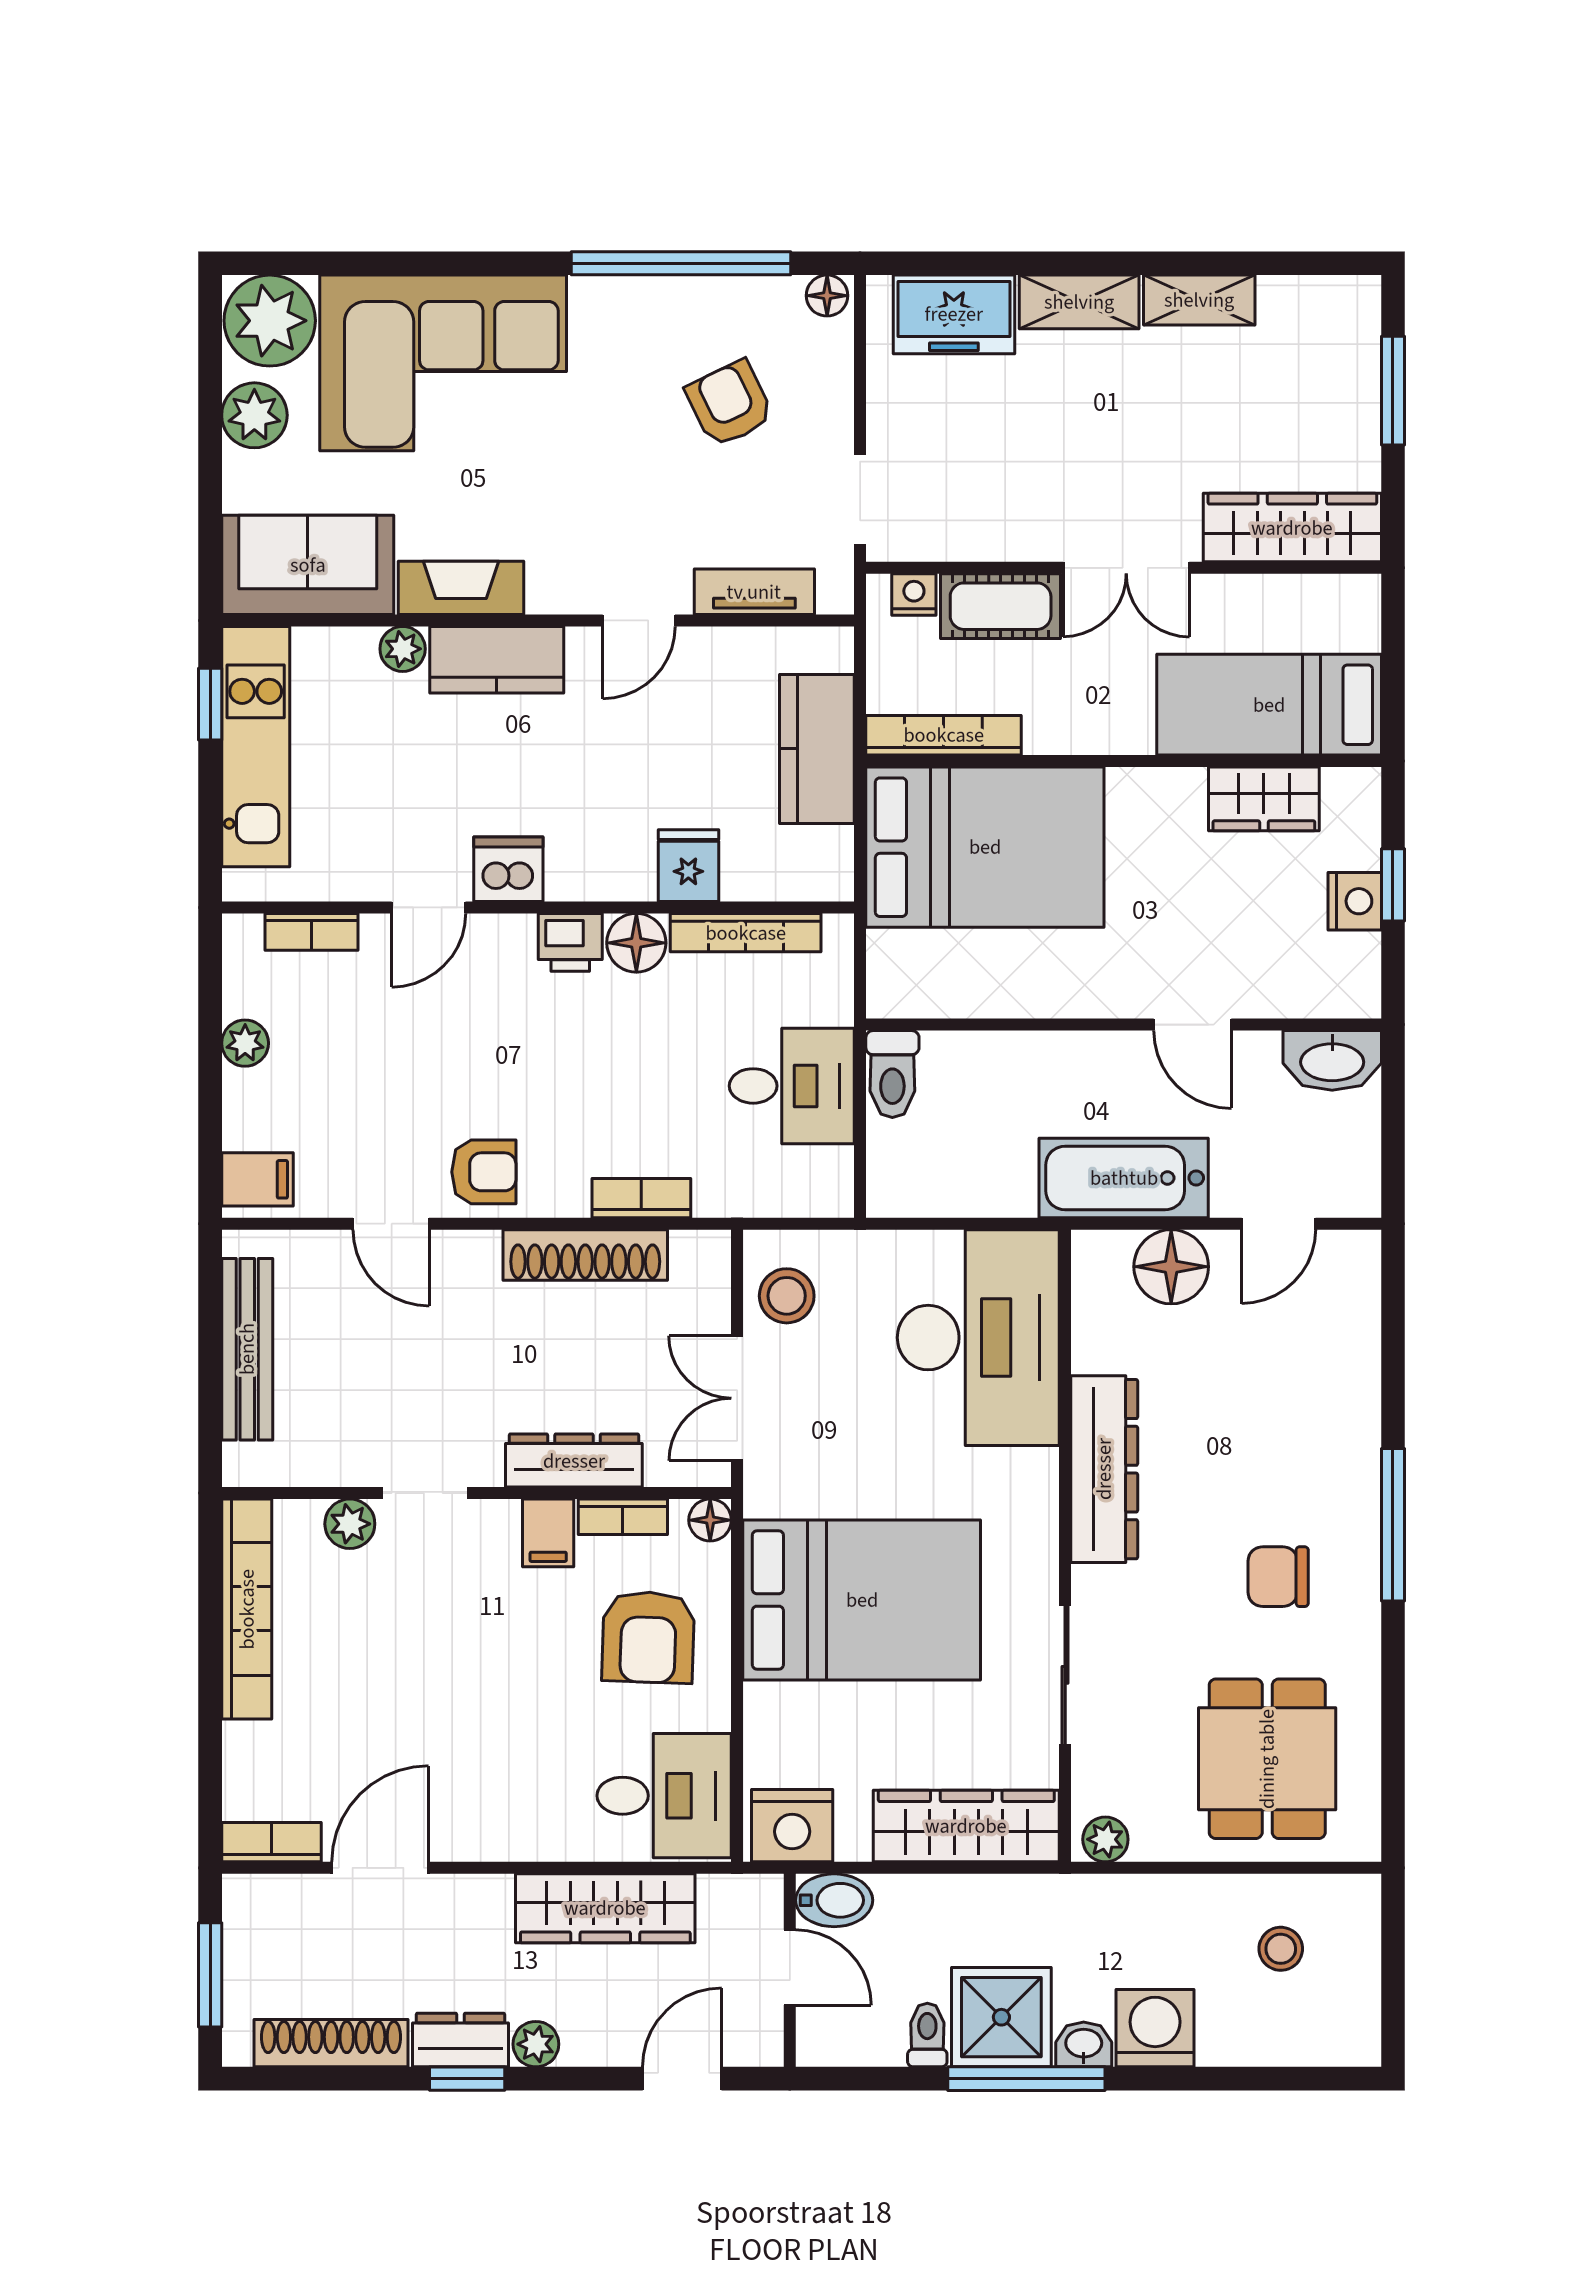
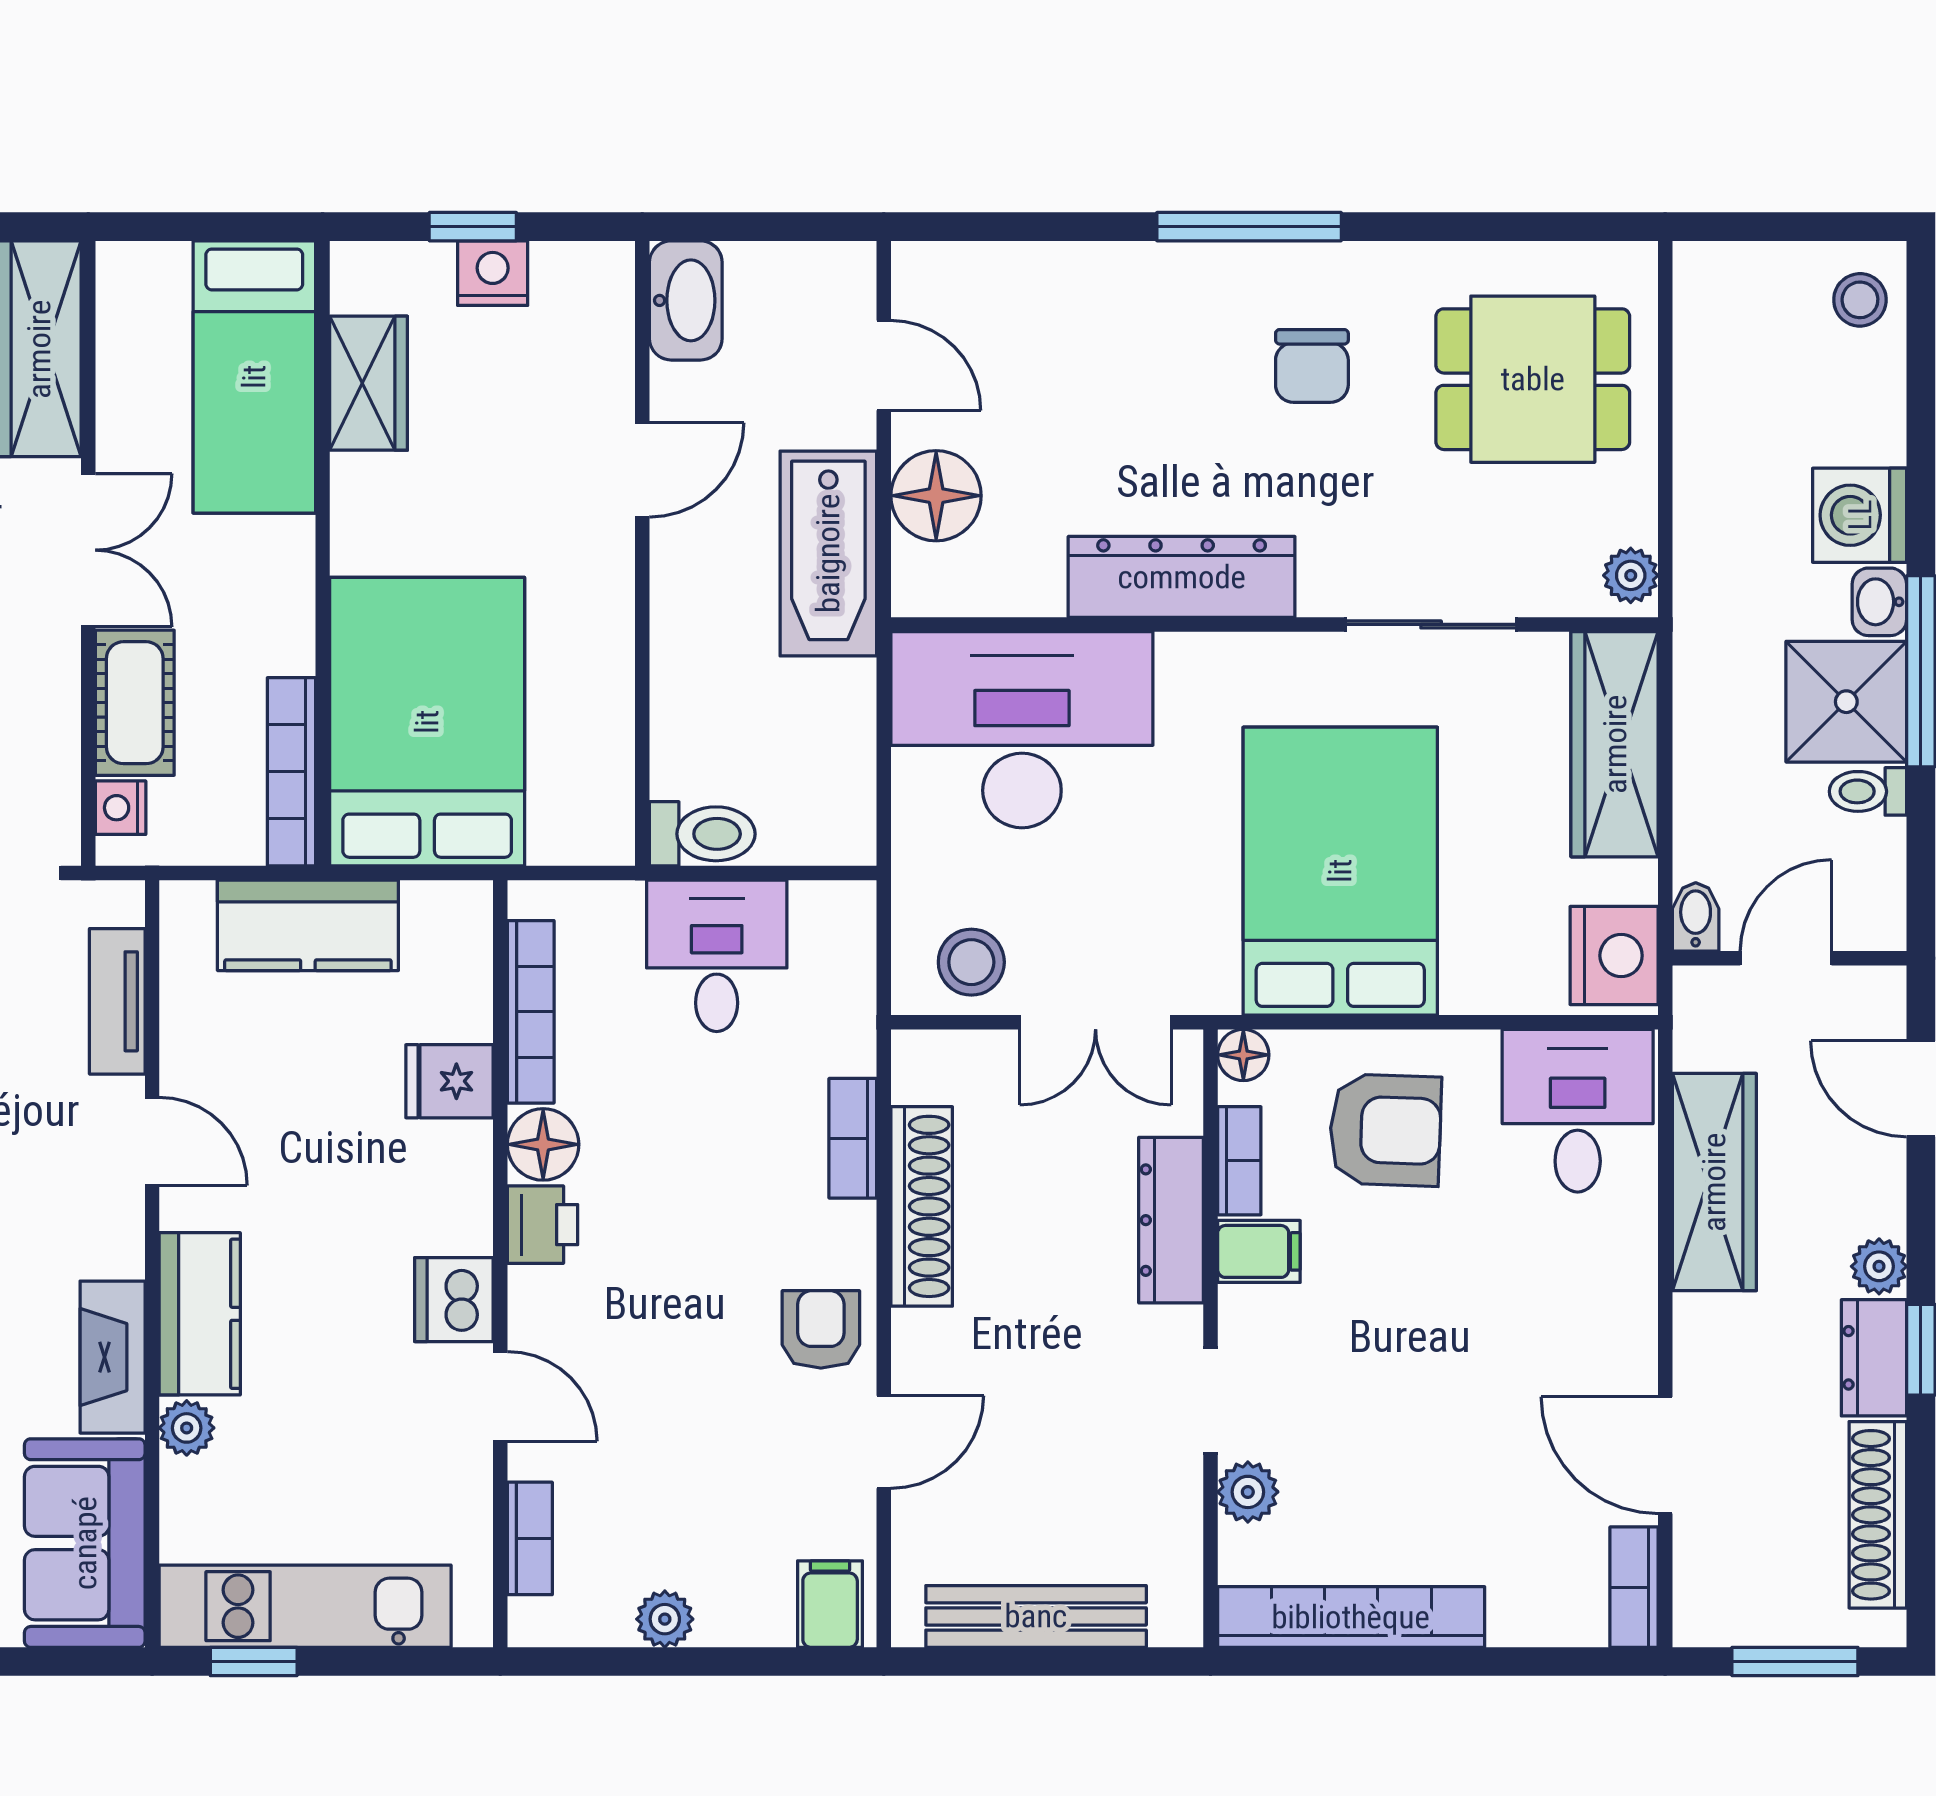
bidet: (834, 1900) -> (1696, 917), width x0.72, depth x0.74
stool: (1281, 1949) -> (1860, 300), moved

